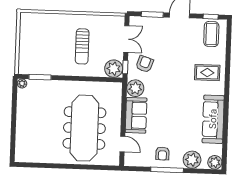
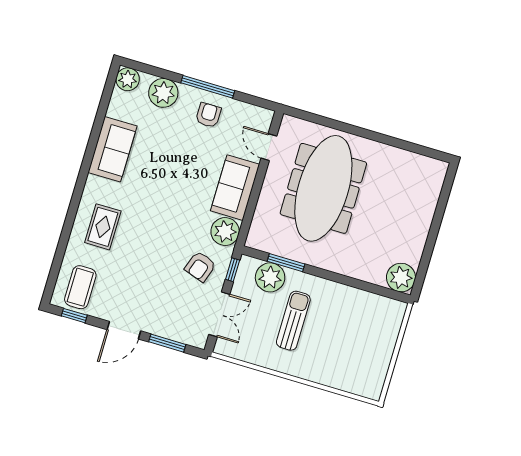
double door: (126, 39) -> (219, 314), swing flipped
plant: (114, 69) -> (270, 277), moved
rug: (207, 73) -> (103, 227), turned 90
window: (40, 77) -> (286, 263), moved
plant: (22, 83) -> (401, 278), width x1.88, depth x1.88
sofa: (213, 119) -> (113, 149), width x0.73

